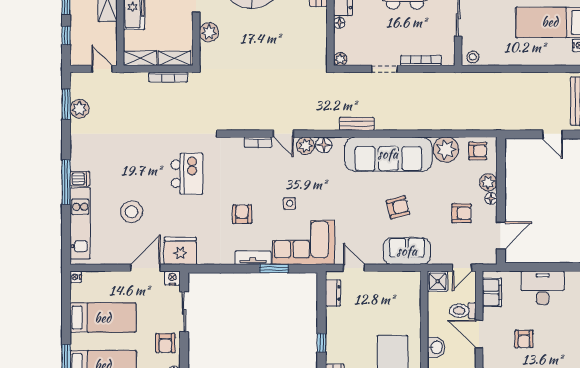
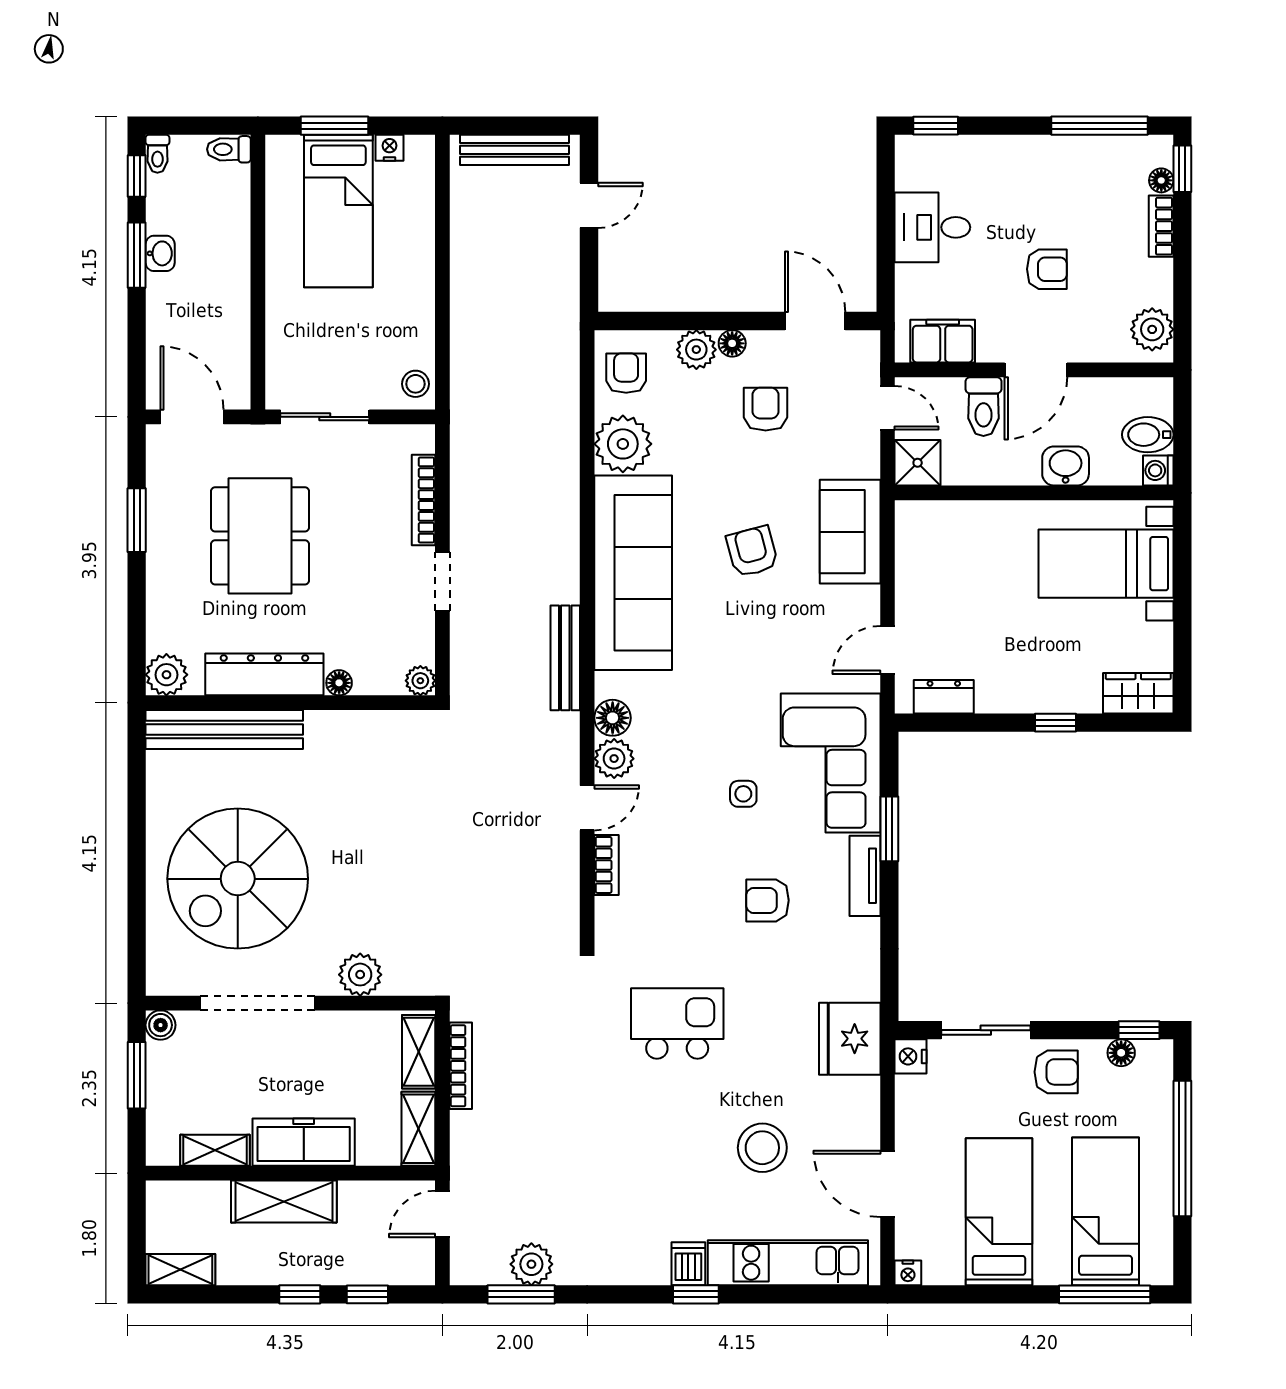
bench: (357, 124) -> (565, 658), width x1.36
window: (66, 182) -> (696, 1294), width x0.46
door: (145, 268) -> (887, 1184), moved
desk: (543, 288) -> (932, 227), width x0.73

